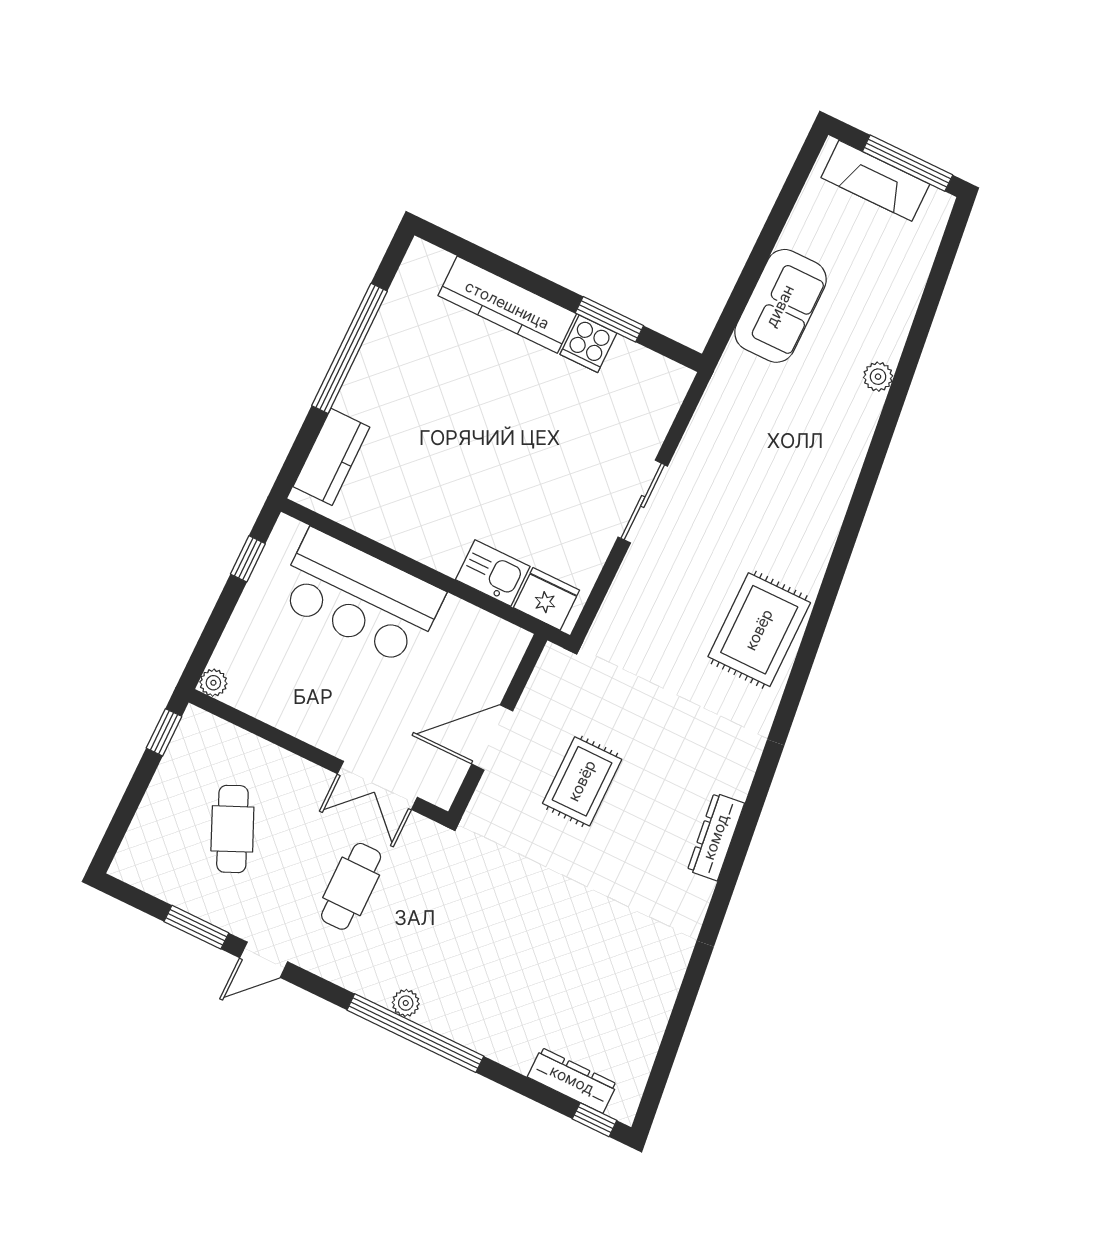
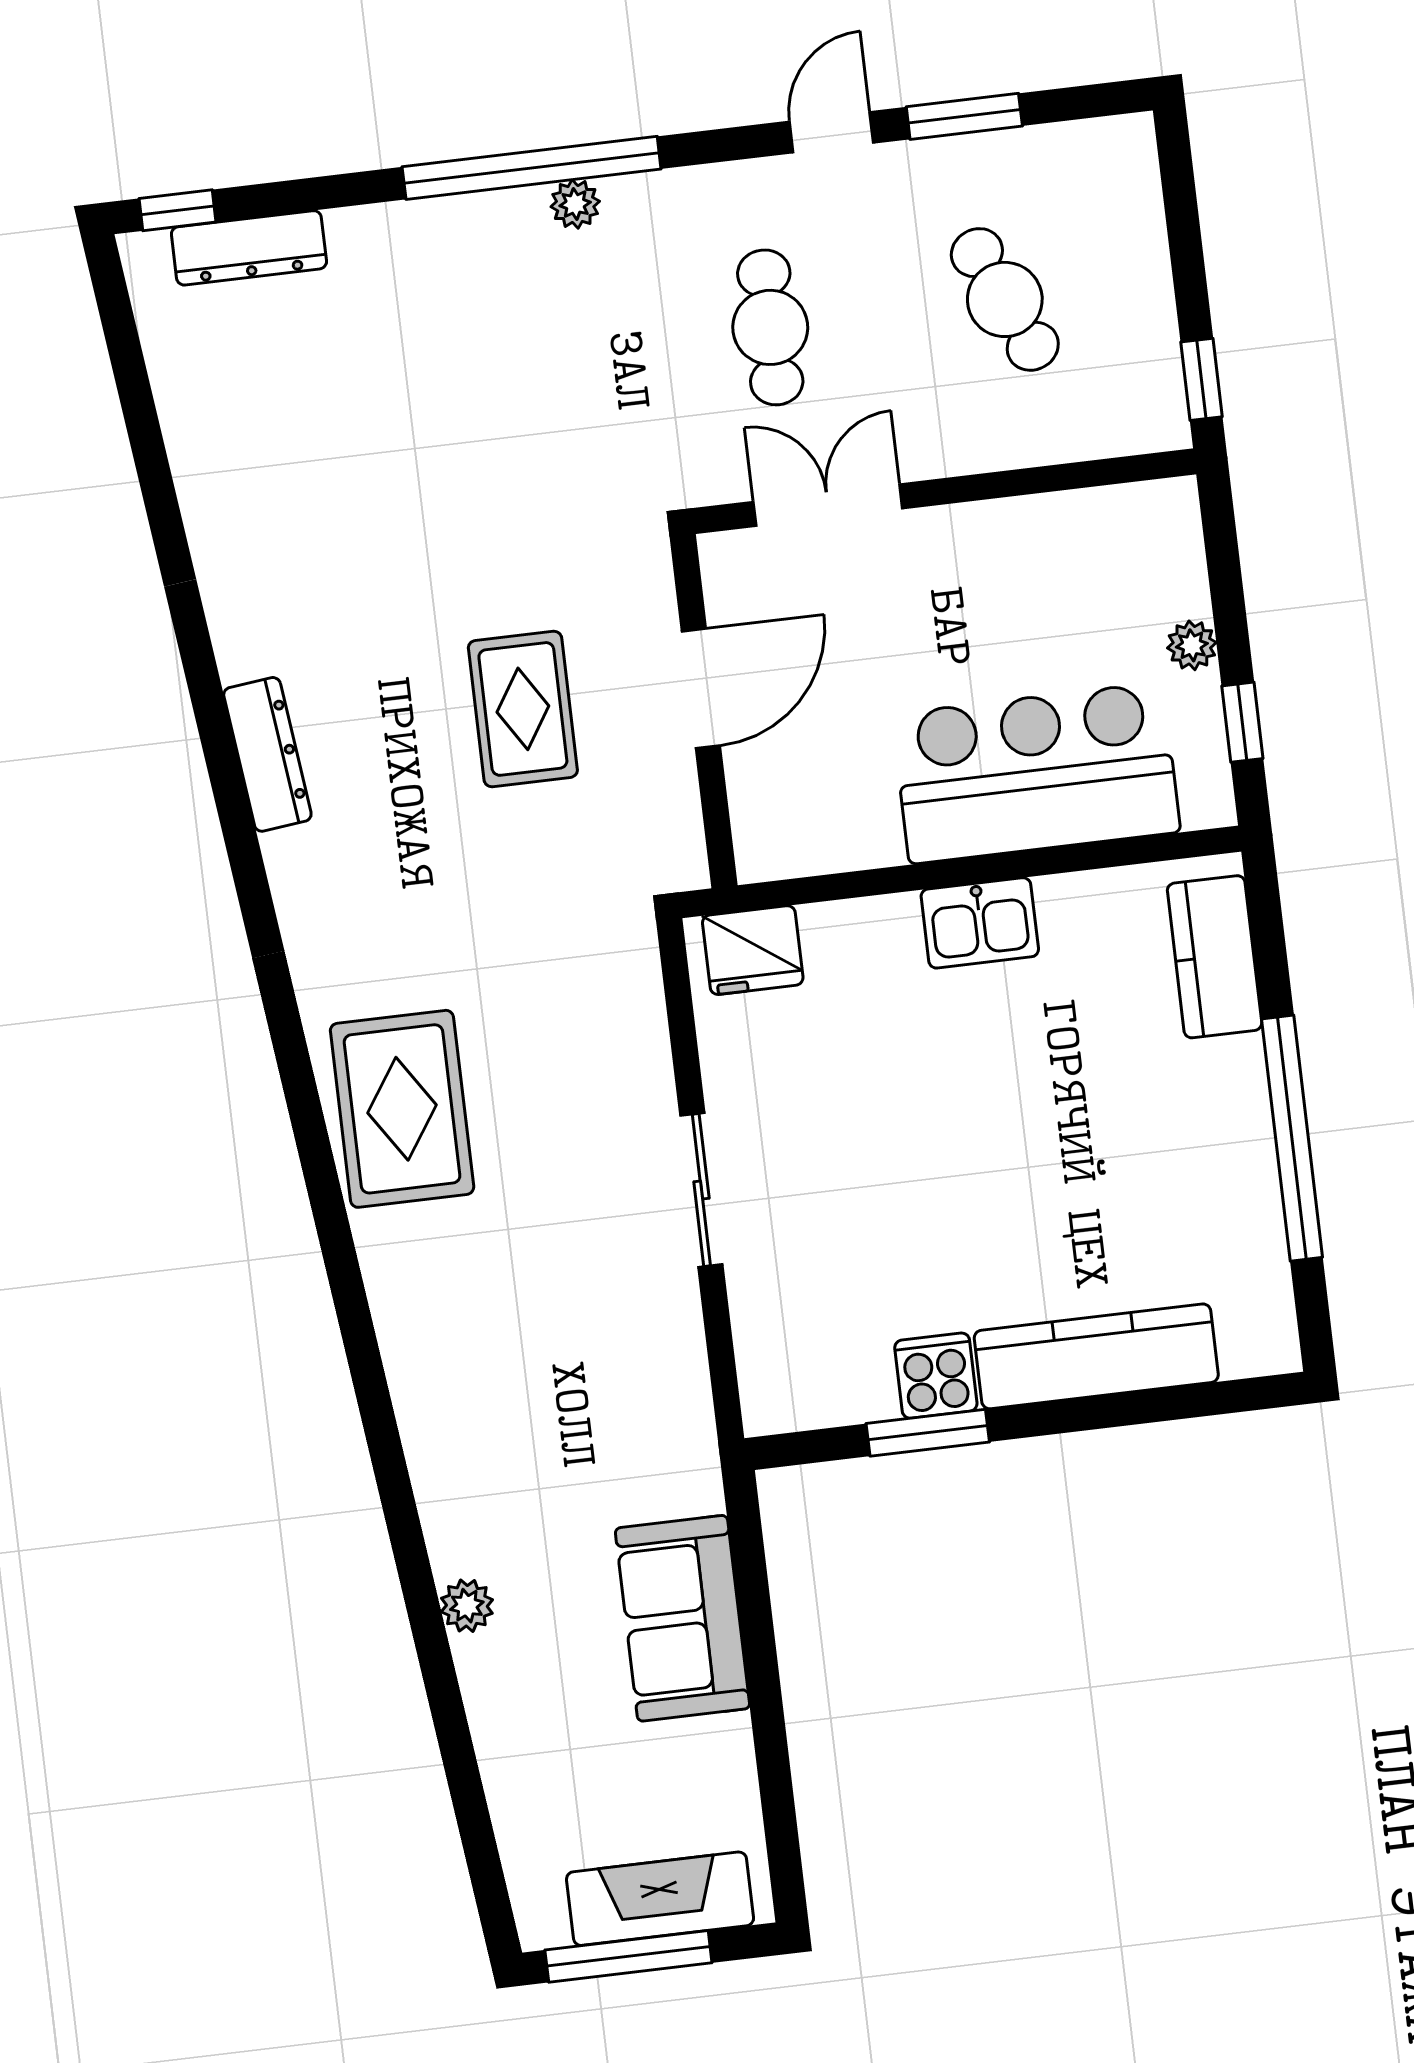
kitchen sink: (493, 573) -> (980, 923), moved
plant: (213, 683) -> (1192, 645), moved

